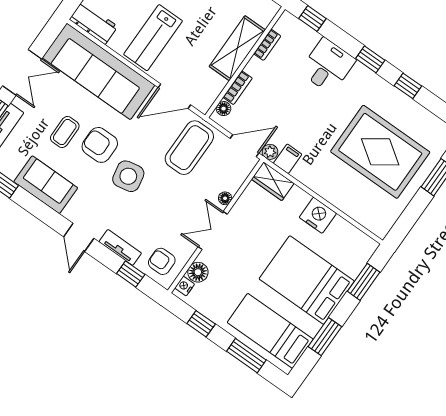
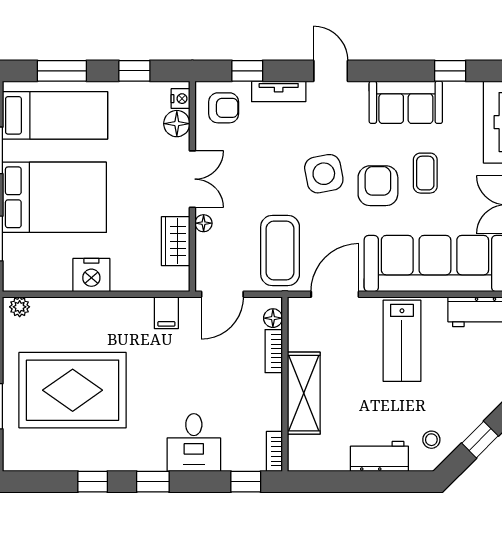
lab bench: (153, 38) -> (402, 341), turned 180
bookcase: (267, 45) -> (274, 451), moved
armchair: (100, 145) -> (378, 186), turned -90
plant: (270, 152) -> (20, 307), moved
wardrobe: (273, 181) -> (176, 241), moved, turned -90

